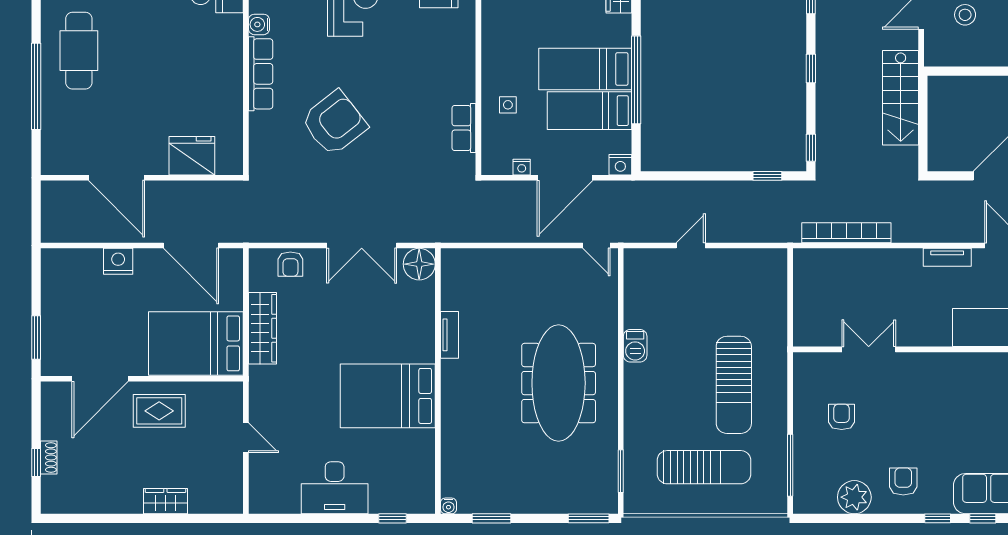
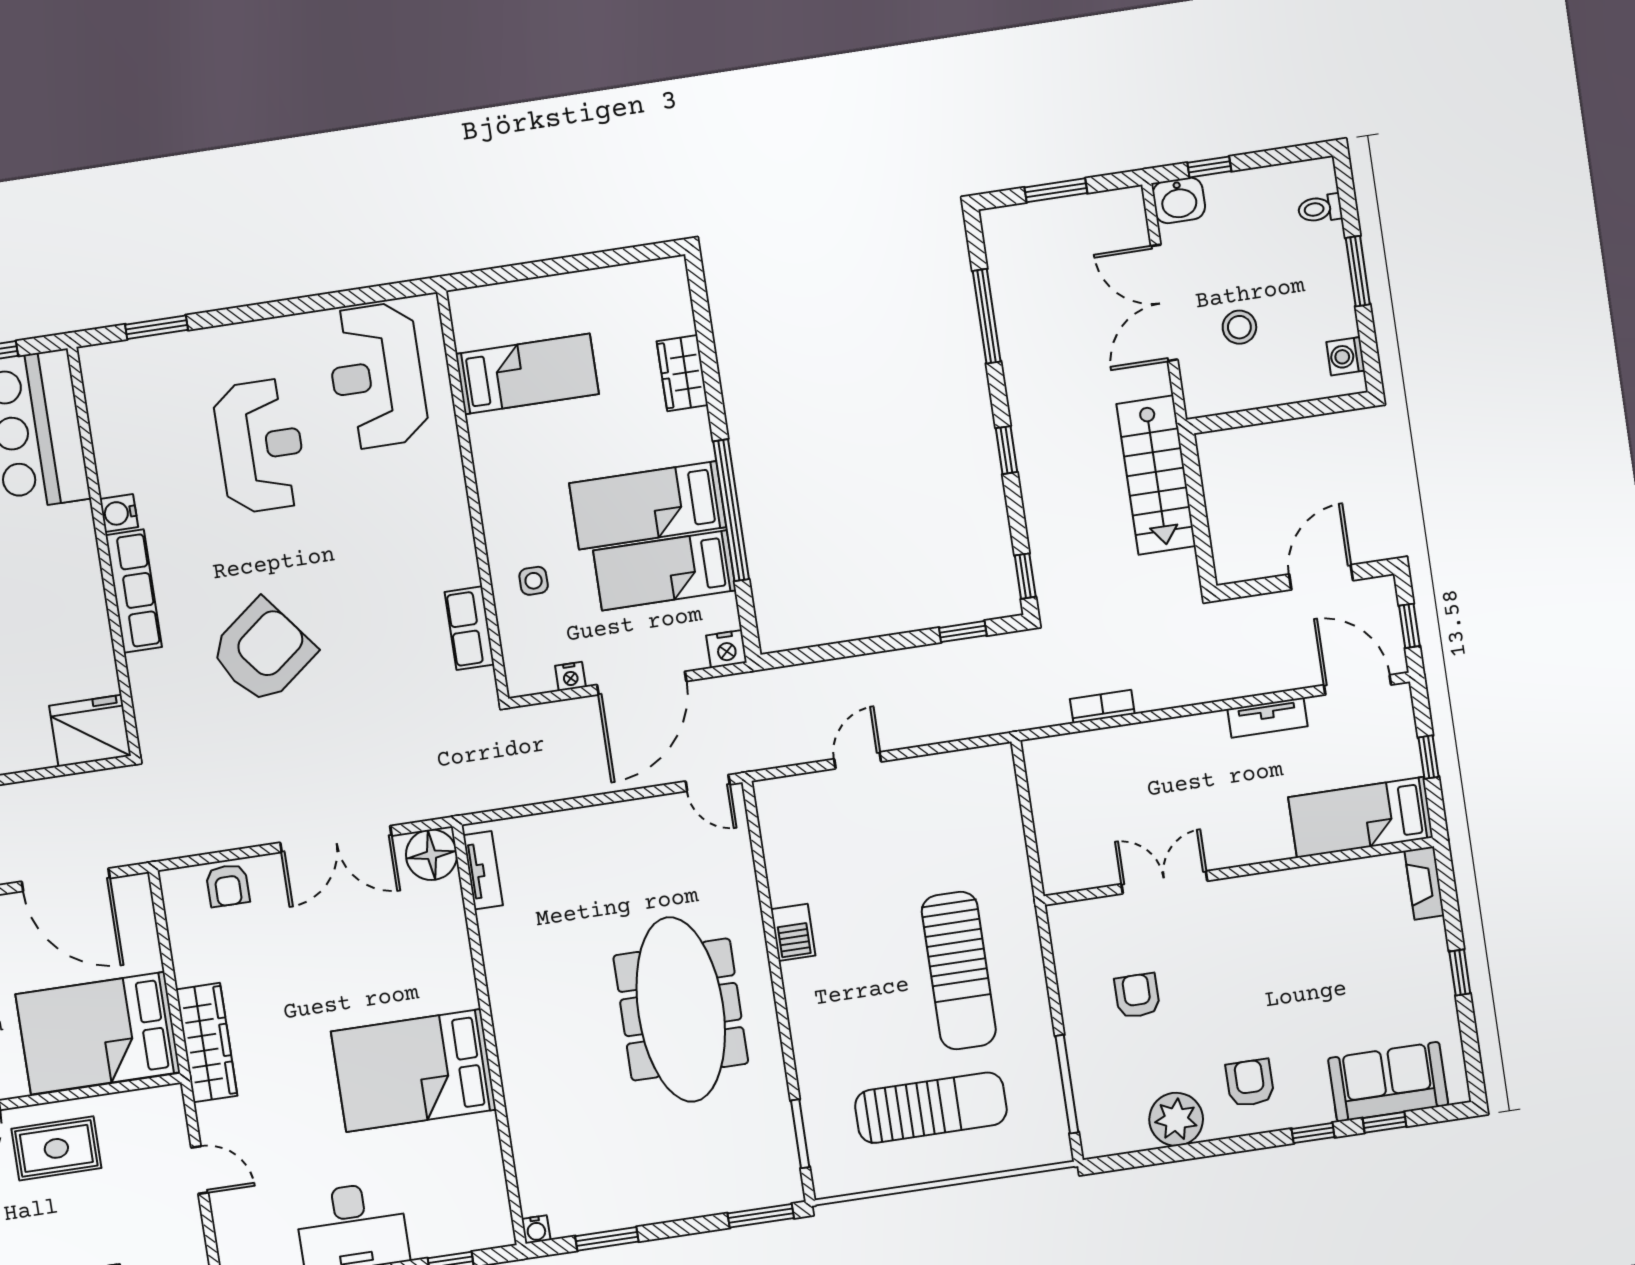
fridge: (192, 156) -> (90, 731), moved
bookcase: (846, 233) -> (1102, 707), width x0.43, depth x0.76
wardrobe: (262, 328) -> (207, 1043), moved
tv unit: (449, 335) -> (483, 870), moved

